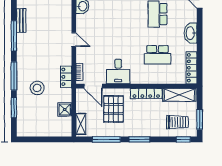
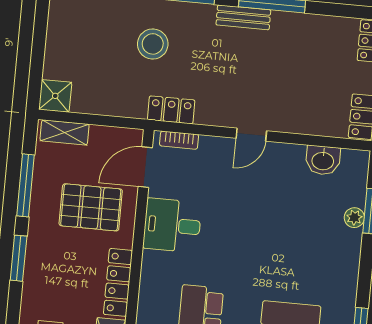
bench: (21, 20) -> (243, 17), moved
shower: (65, 109) -> (55, 96), moved

